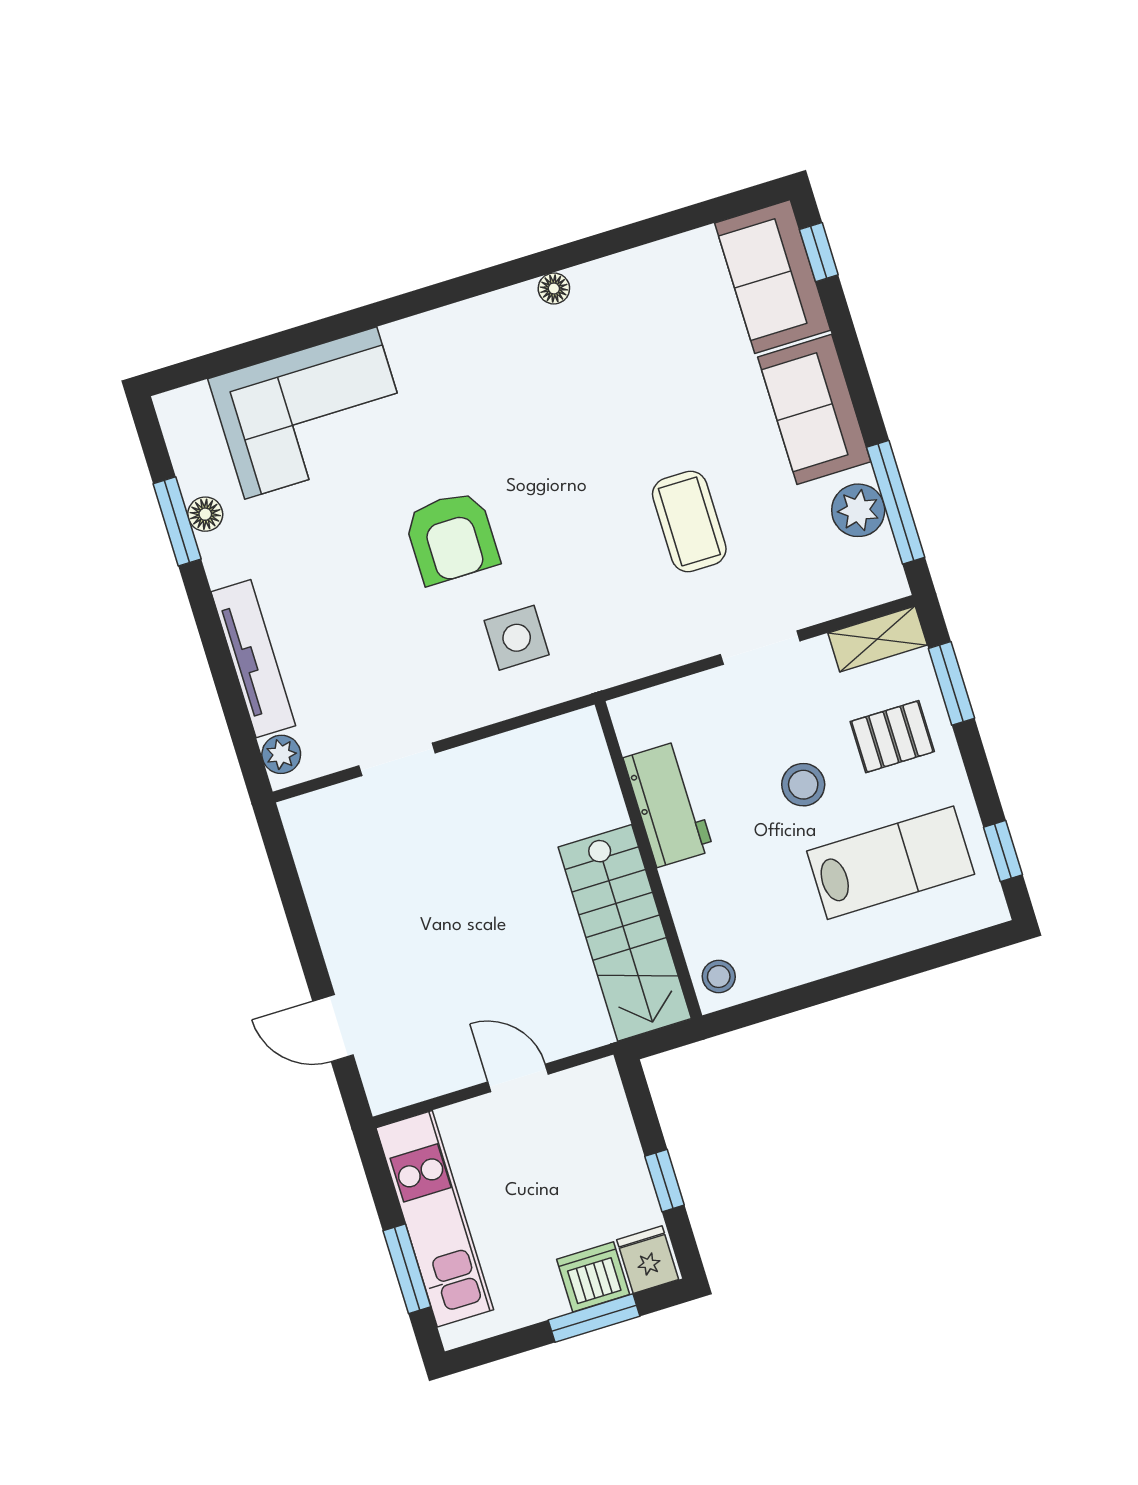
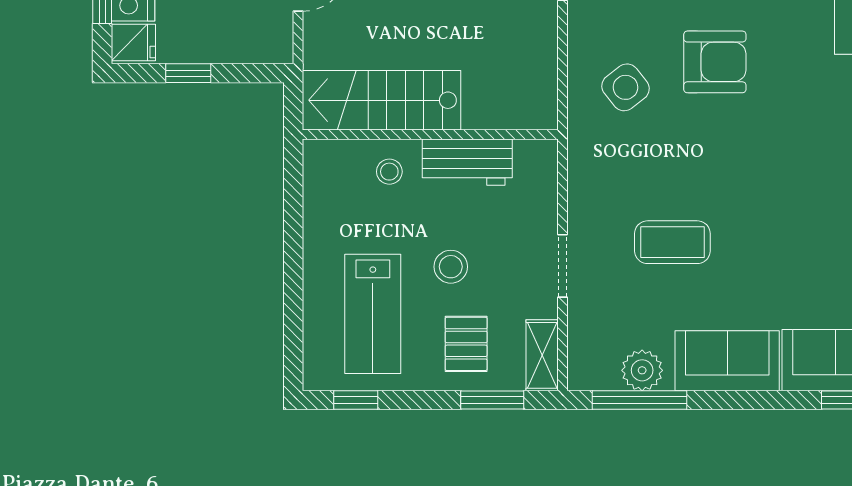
armchair: (452, 538) -> (715, 62), turned 180
side table: (517, 638) -> (625, 87), turned -38
stool: (719, 976) -> (389, 172), moved

